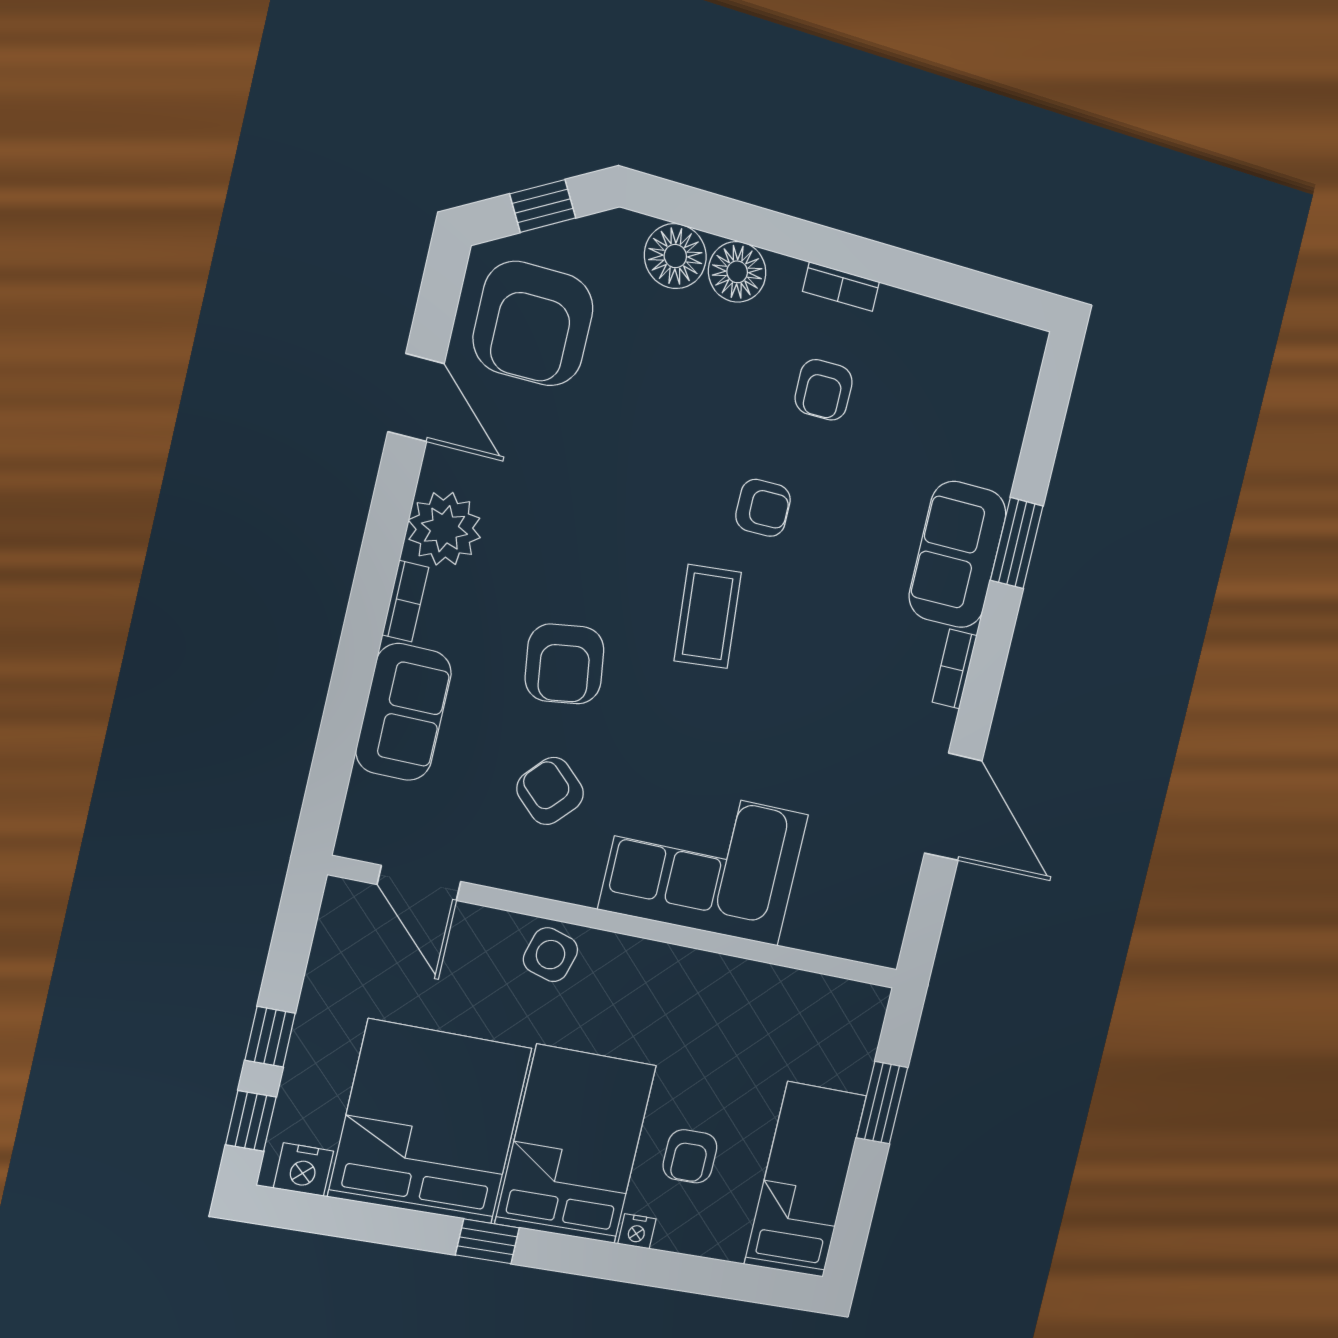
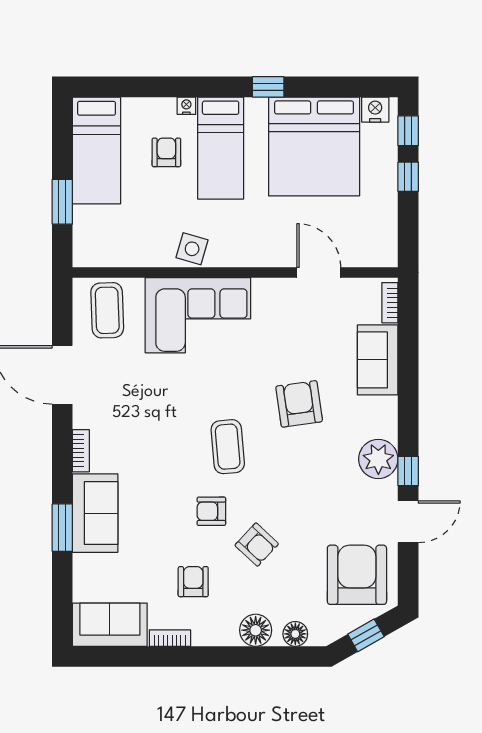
floor lamp: (675, 256) -> (295, 634), width x0.73, depth x0.73
bookcase: (841, 287) -> (170, 638), moved
sofa: (981, 352) -> (110, 625), added
door: (416, 398) -> (408, 522), swing flipped
window: (394, 493) -> (408, 471), added
bookcase: (405, 601) -> (390, 303), moved
armchair: (550, 791) -> (257, 545), moved
door: (419, 883) -> (319, 272), moved
coffee table: (854, 902) -> (107, 310), added
side table: (550, 955) -> (192, 249), moved
bed: (576, 1144) -> (221, 148), width x0.67

